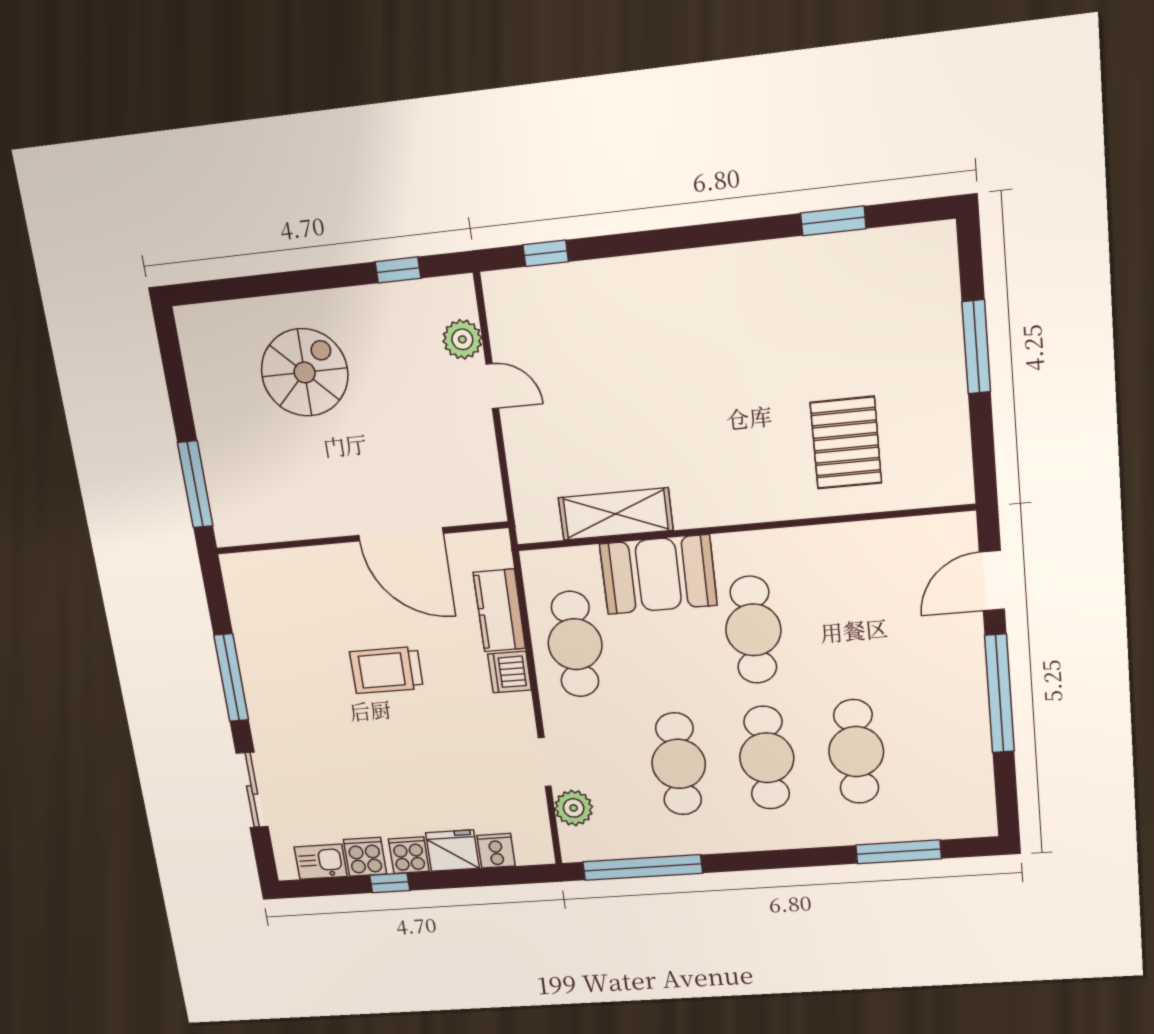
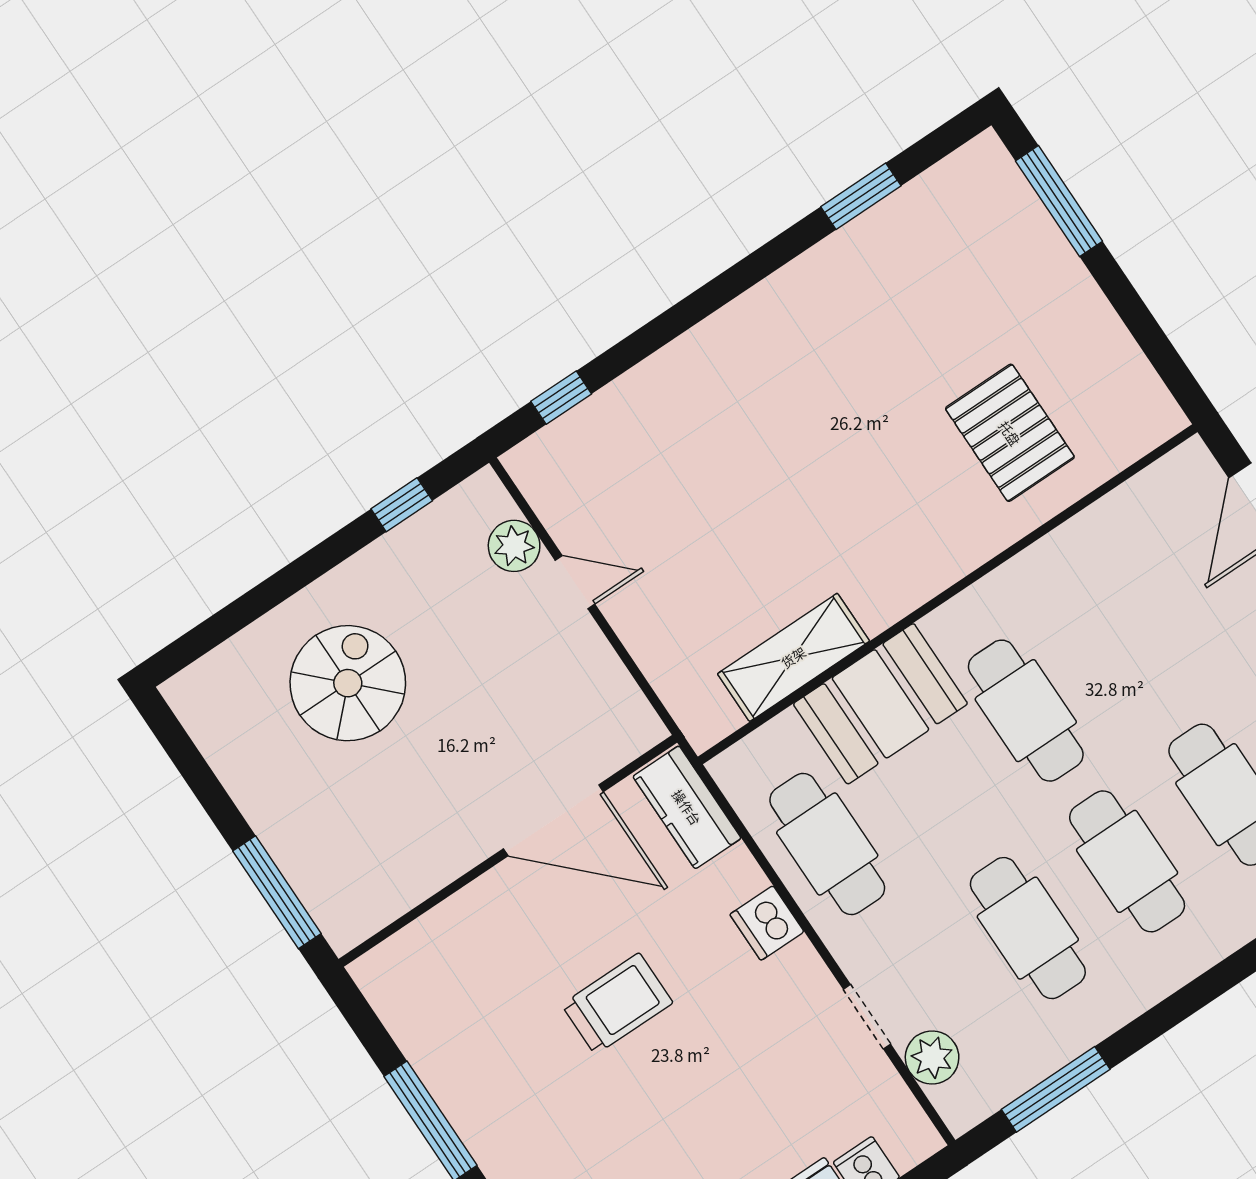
window: (976, 347) -> (1059, 201), moved
kitchen counter: (499, 610) -> (687, 807), moved
trolley: (386, 670) -> (617, 1004), turned 180
window: (642, 867) -> (1056, 1089), width x0.68

